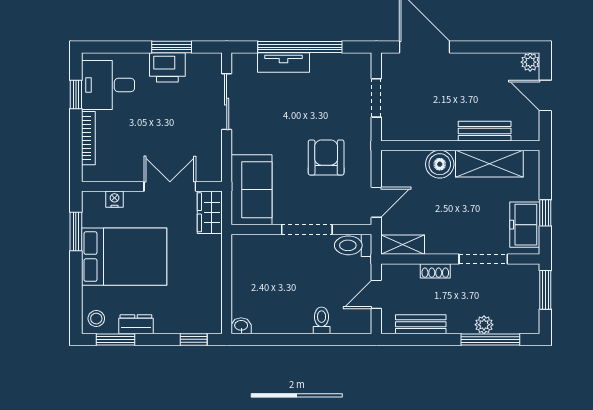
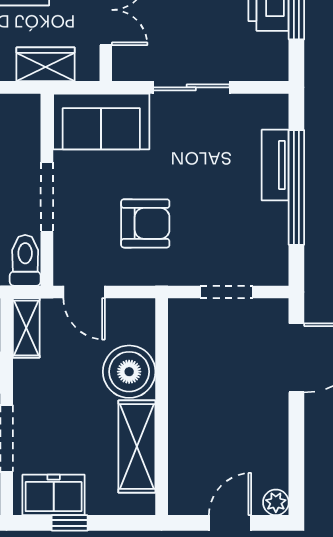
sliding door: (227, 102) -> (191, 87), moved
bench: (485, 131) -> (181, 440), removed
boiler: (440, 164) -> (129, 372), width x1.37, depth x1.37
wardrobe: (210, 212) -> (46, 64), moved

